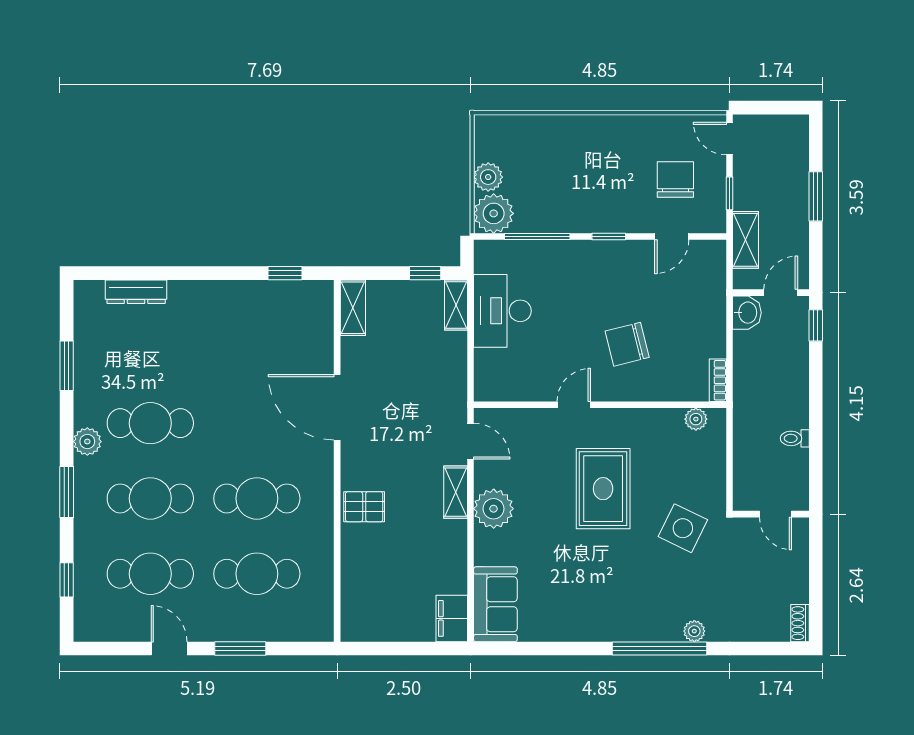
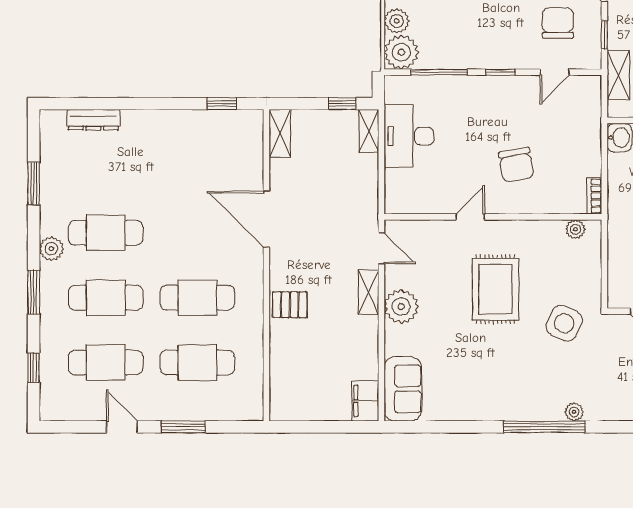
chair: (627, 344) -> (516, 165), turned -86

